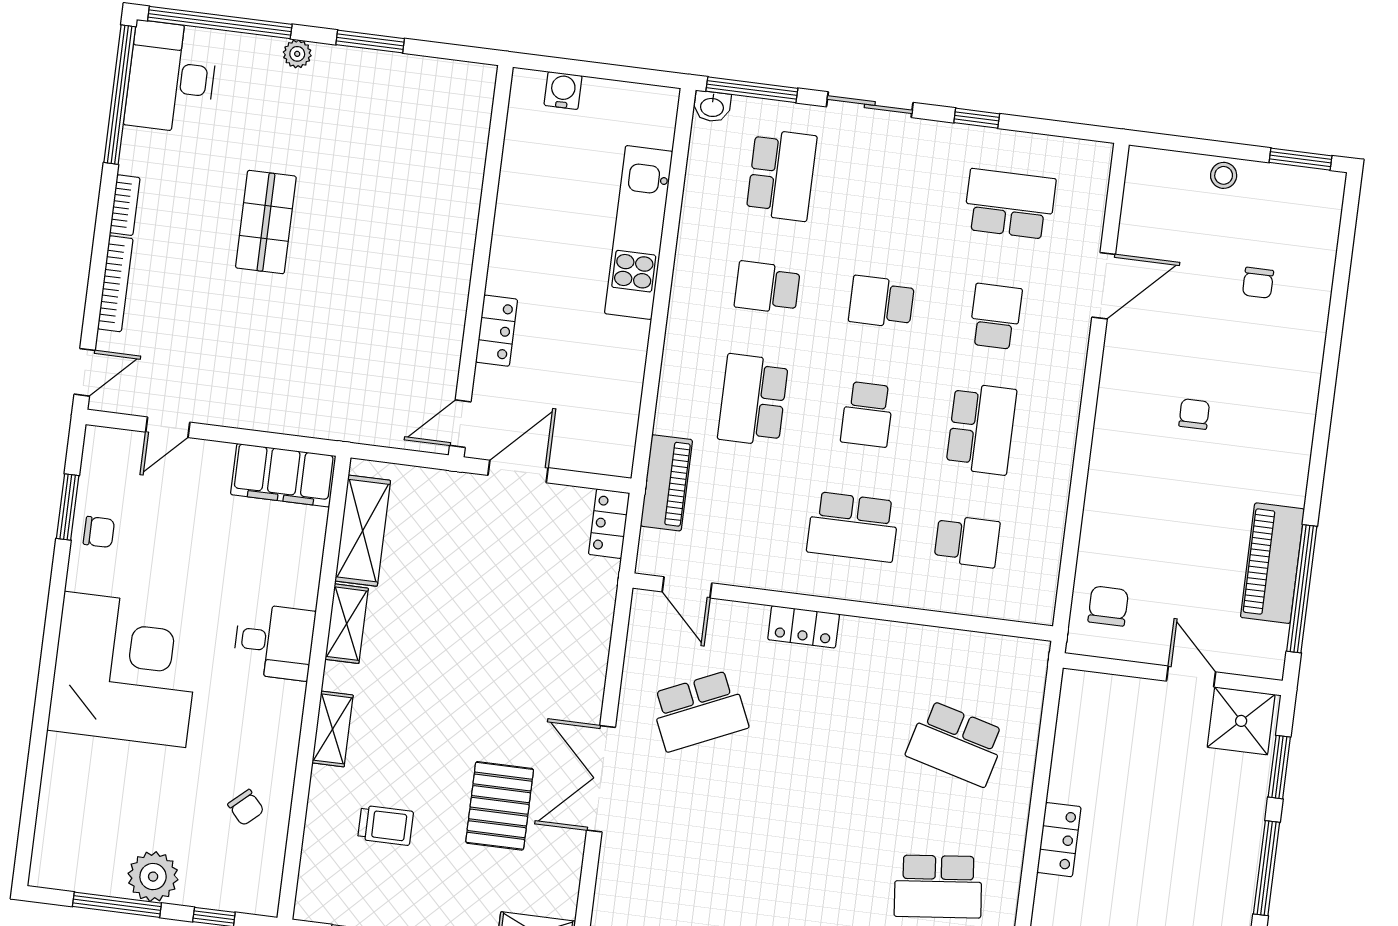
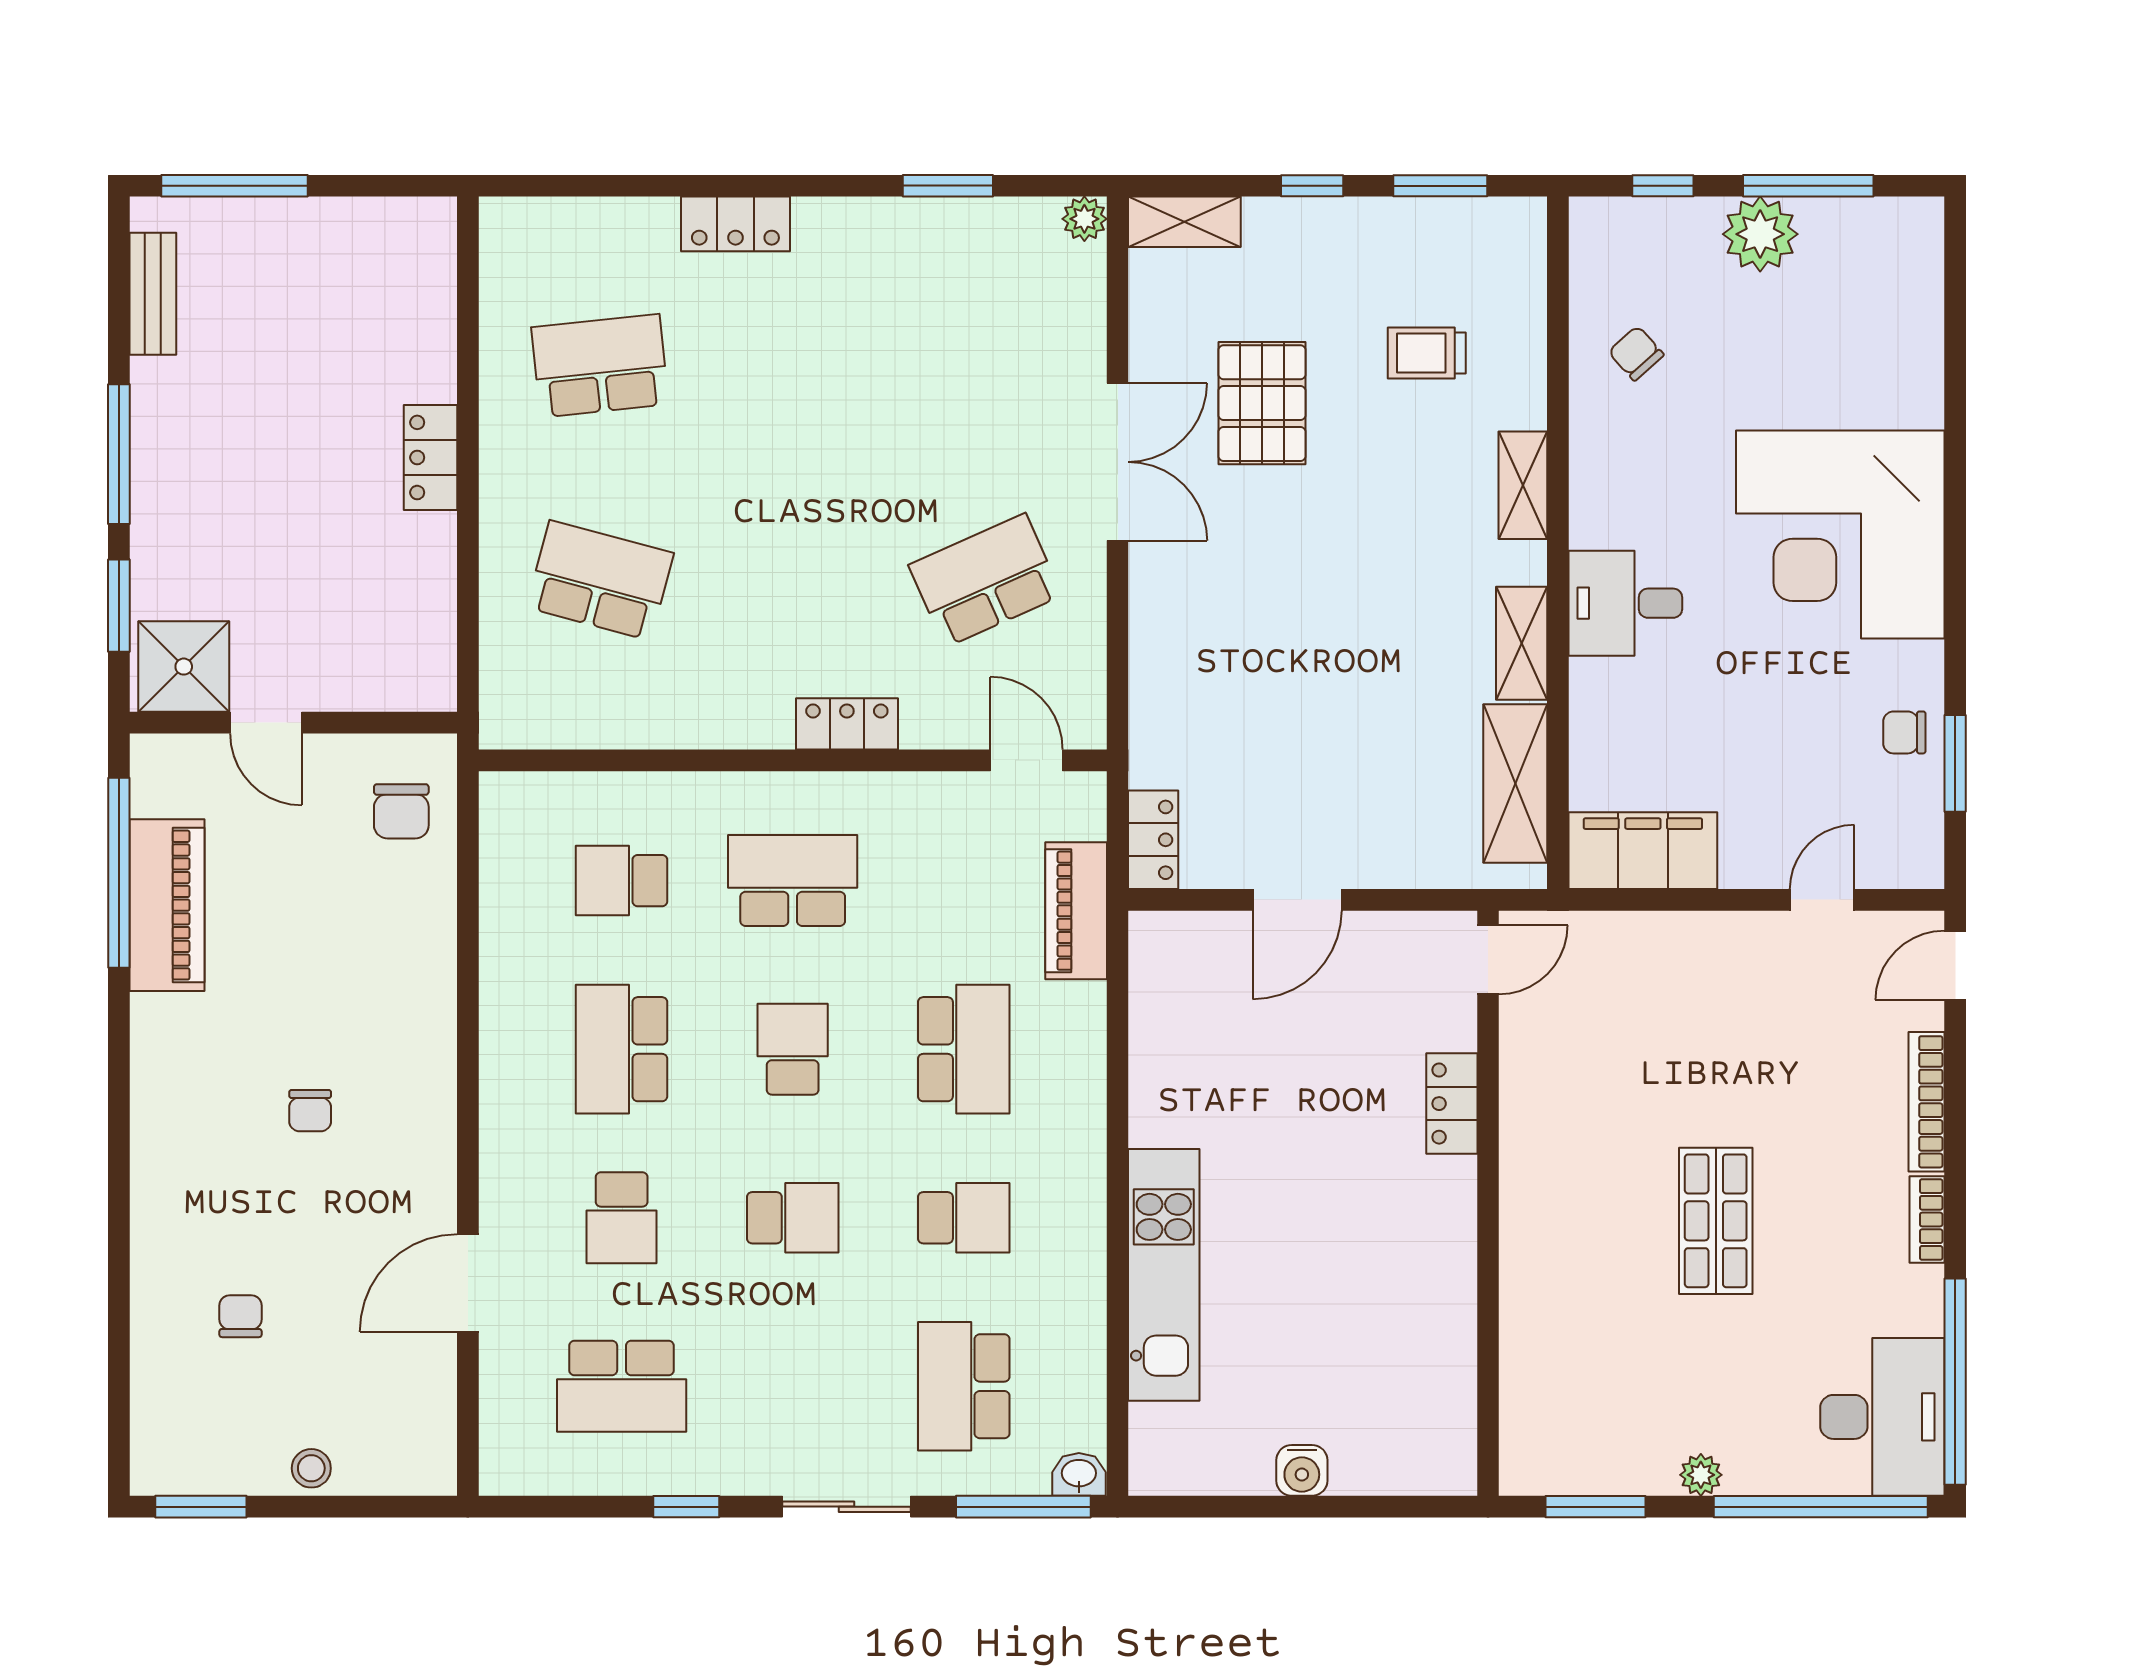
wall: (481, 261) -> (1488, 1203), moved
locker: (497, 331) -> (1452, 1104), moved
door: (460, 424) -> (1488, 960), moved

